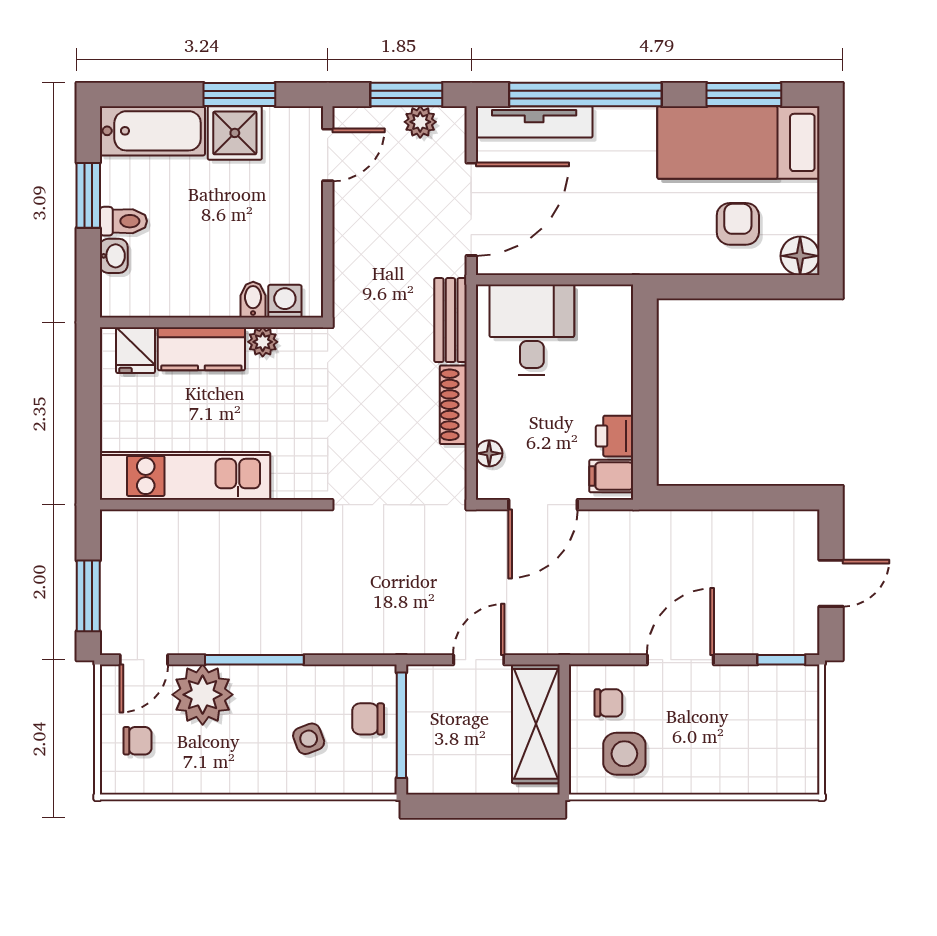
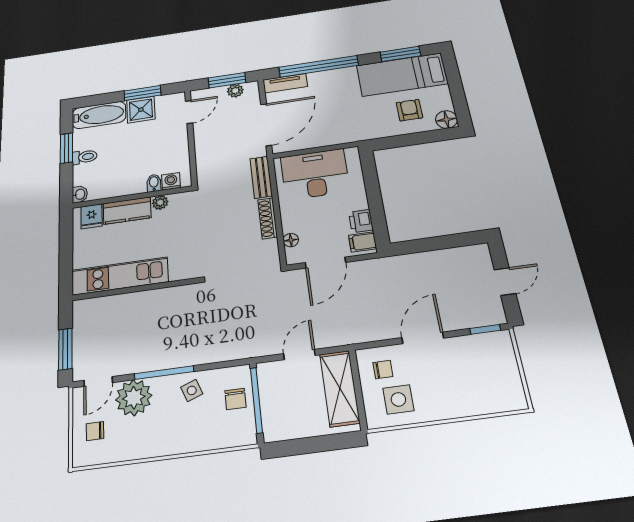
tv unit: (534, 122) -> (285, 83), width x0.71
washbasin: (114, 256) -> (80, 194), moved
desk: (532, 330) -> (315, 174), width x1.37
chair: (368, 719) -> (235, 399), turned -90
side table: (309, 739) -> (192, 390), moved
chair: (138, 741) -> (95, 431), turned 180

